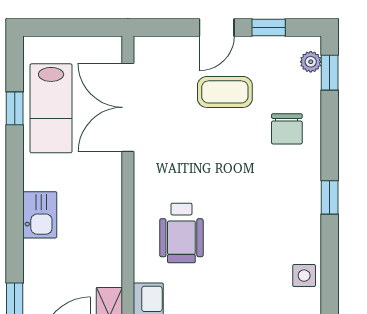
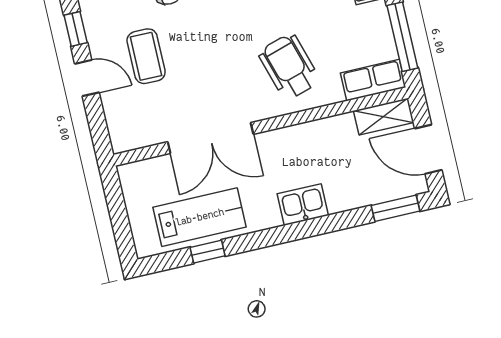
double door: (128, 107) -> (210, 138), moved
wheelchair: (181, 233) -> (289, 67), turned -107

